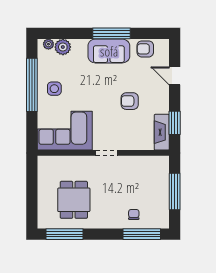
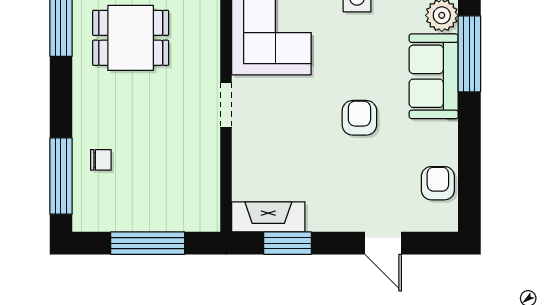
window: (111, 33) -> (469, 54), moved
sofa: (109, 51) -> (434, 76), moved
door: (175, 76) -> (383, 243), swing flipped
armchair: (130, 101) -> (359, 118), moved

